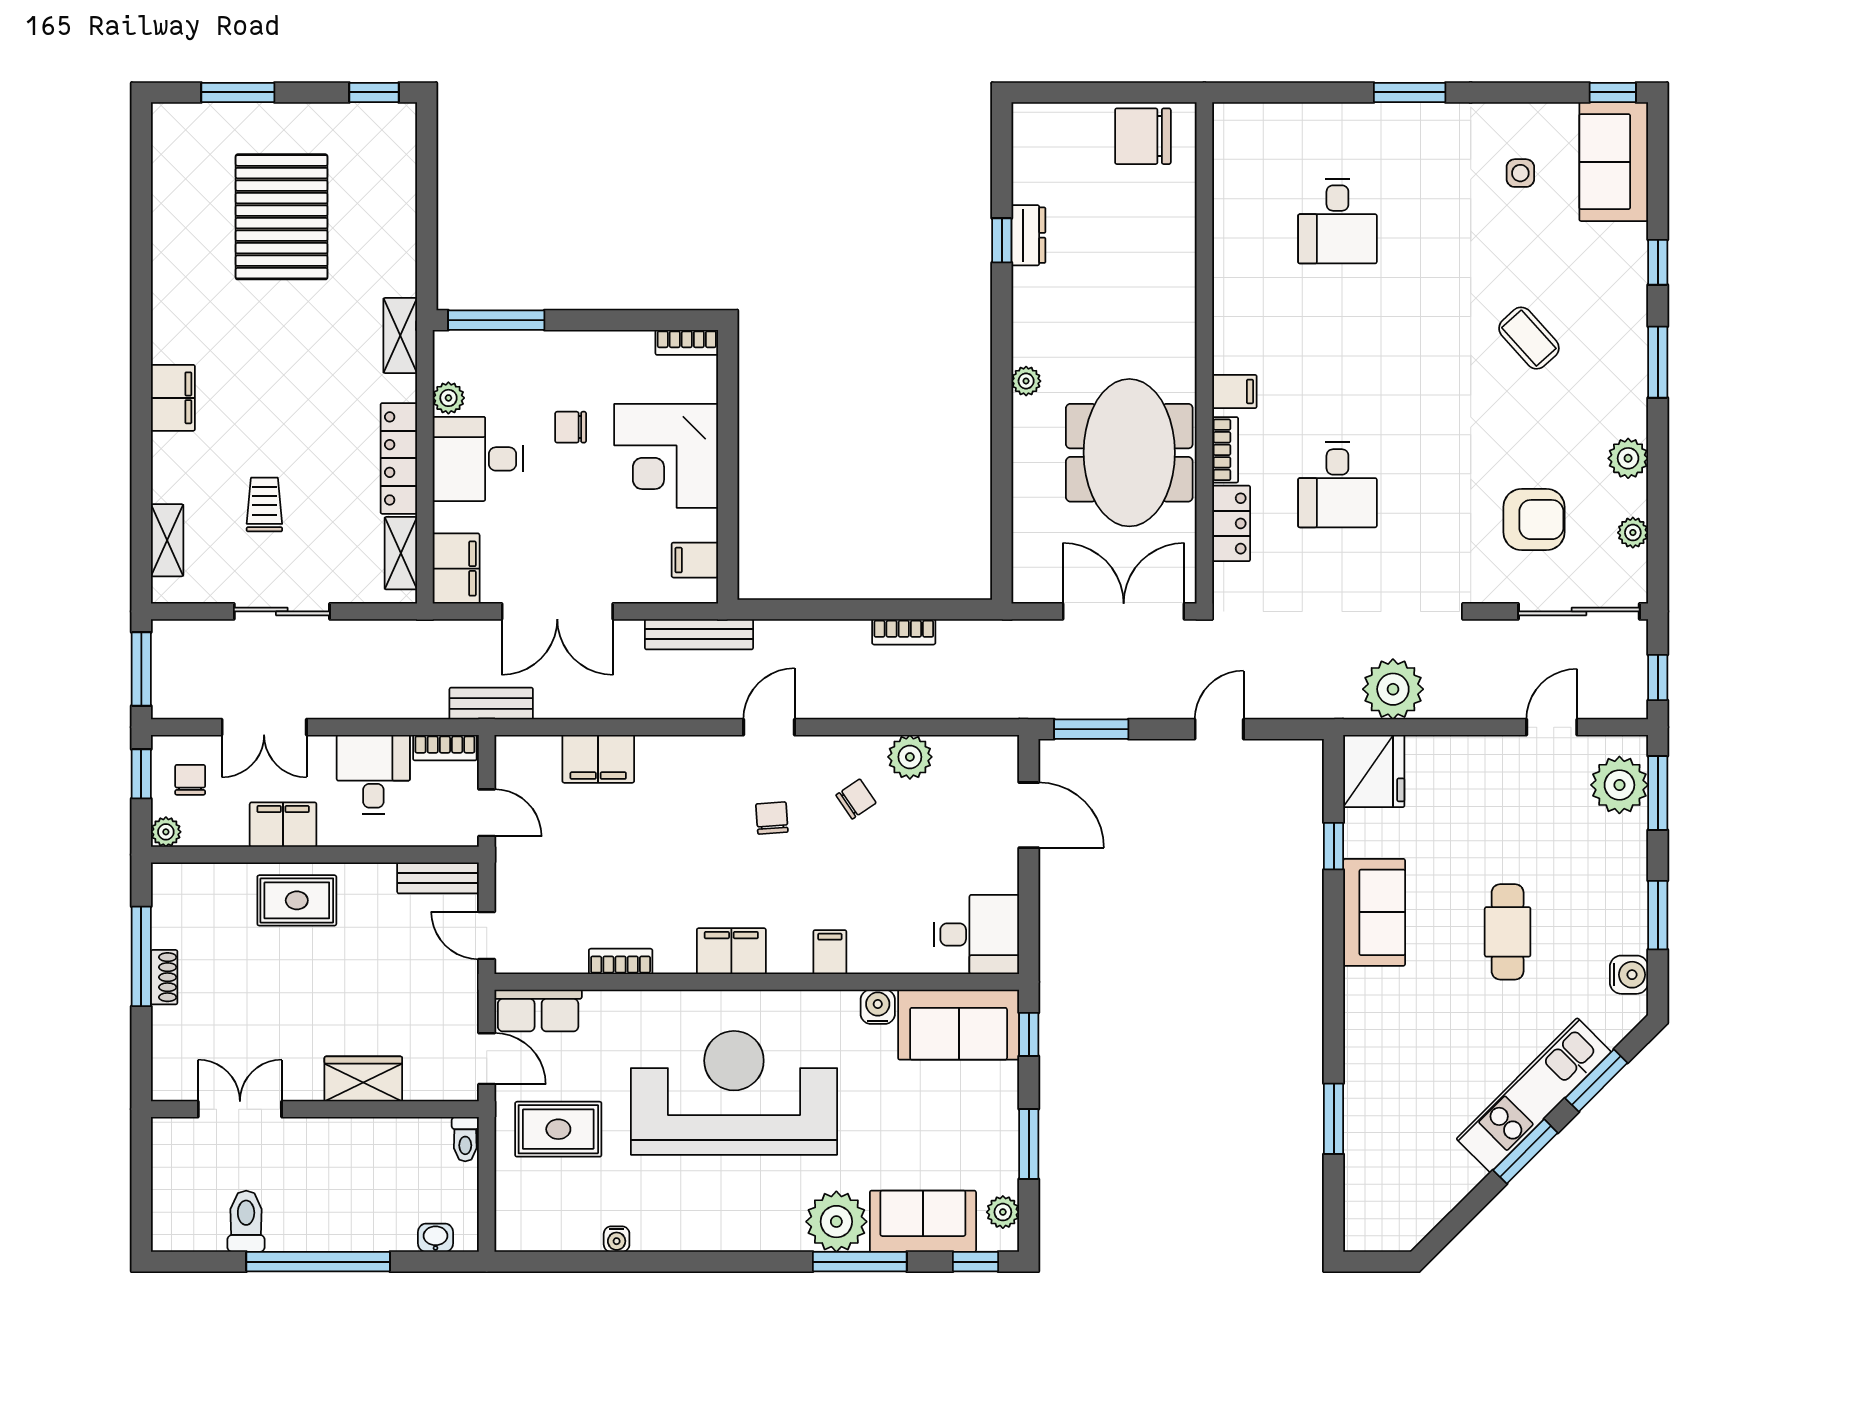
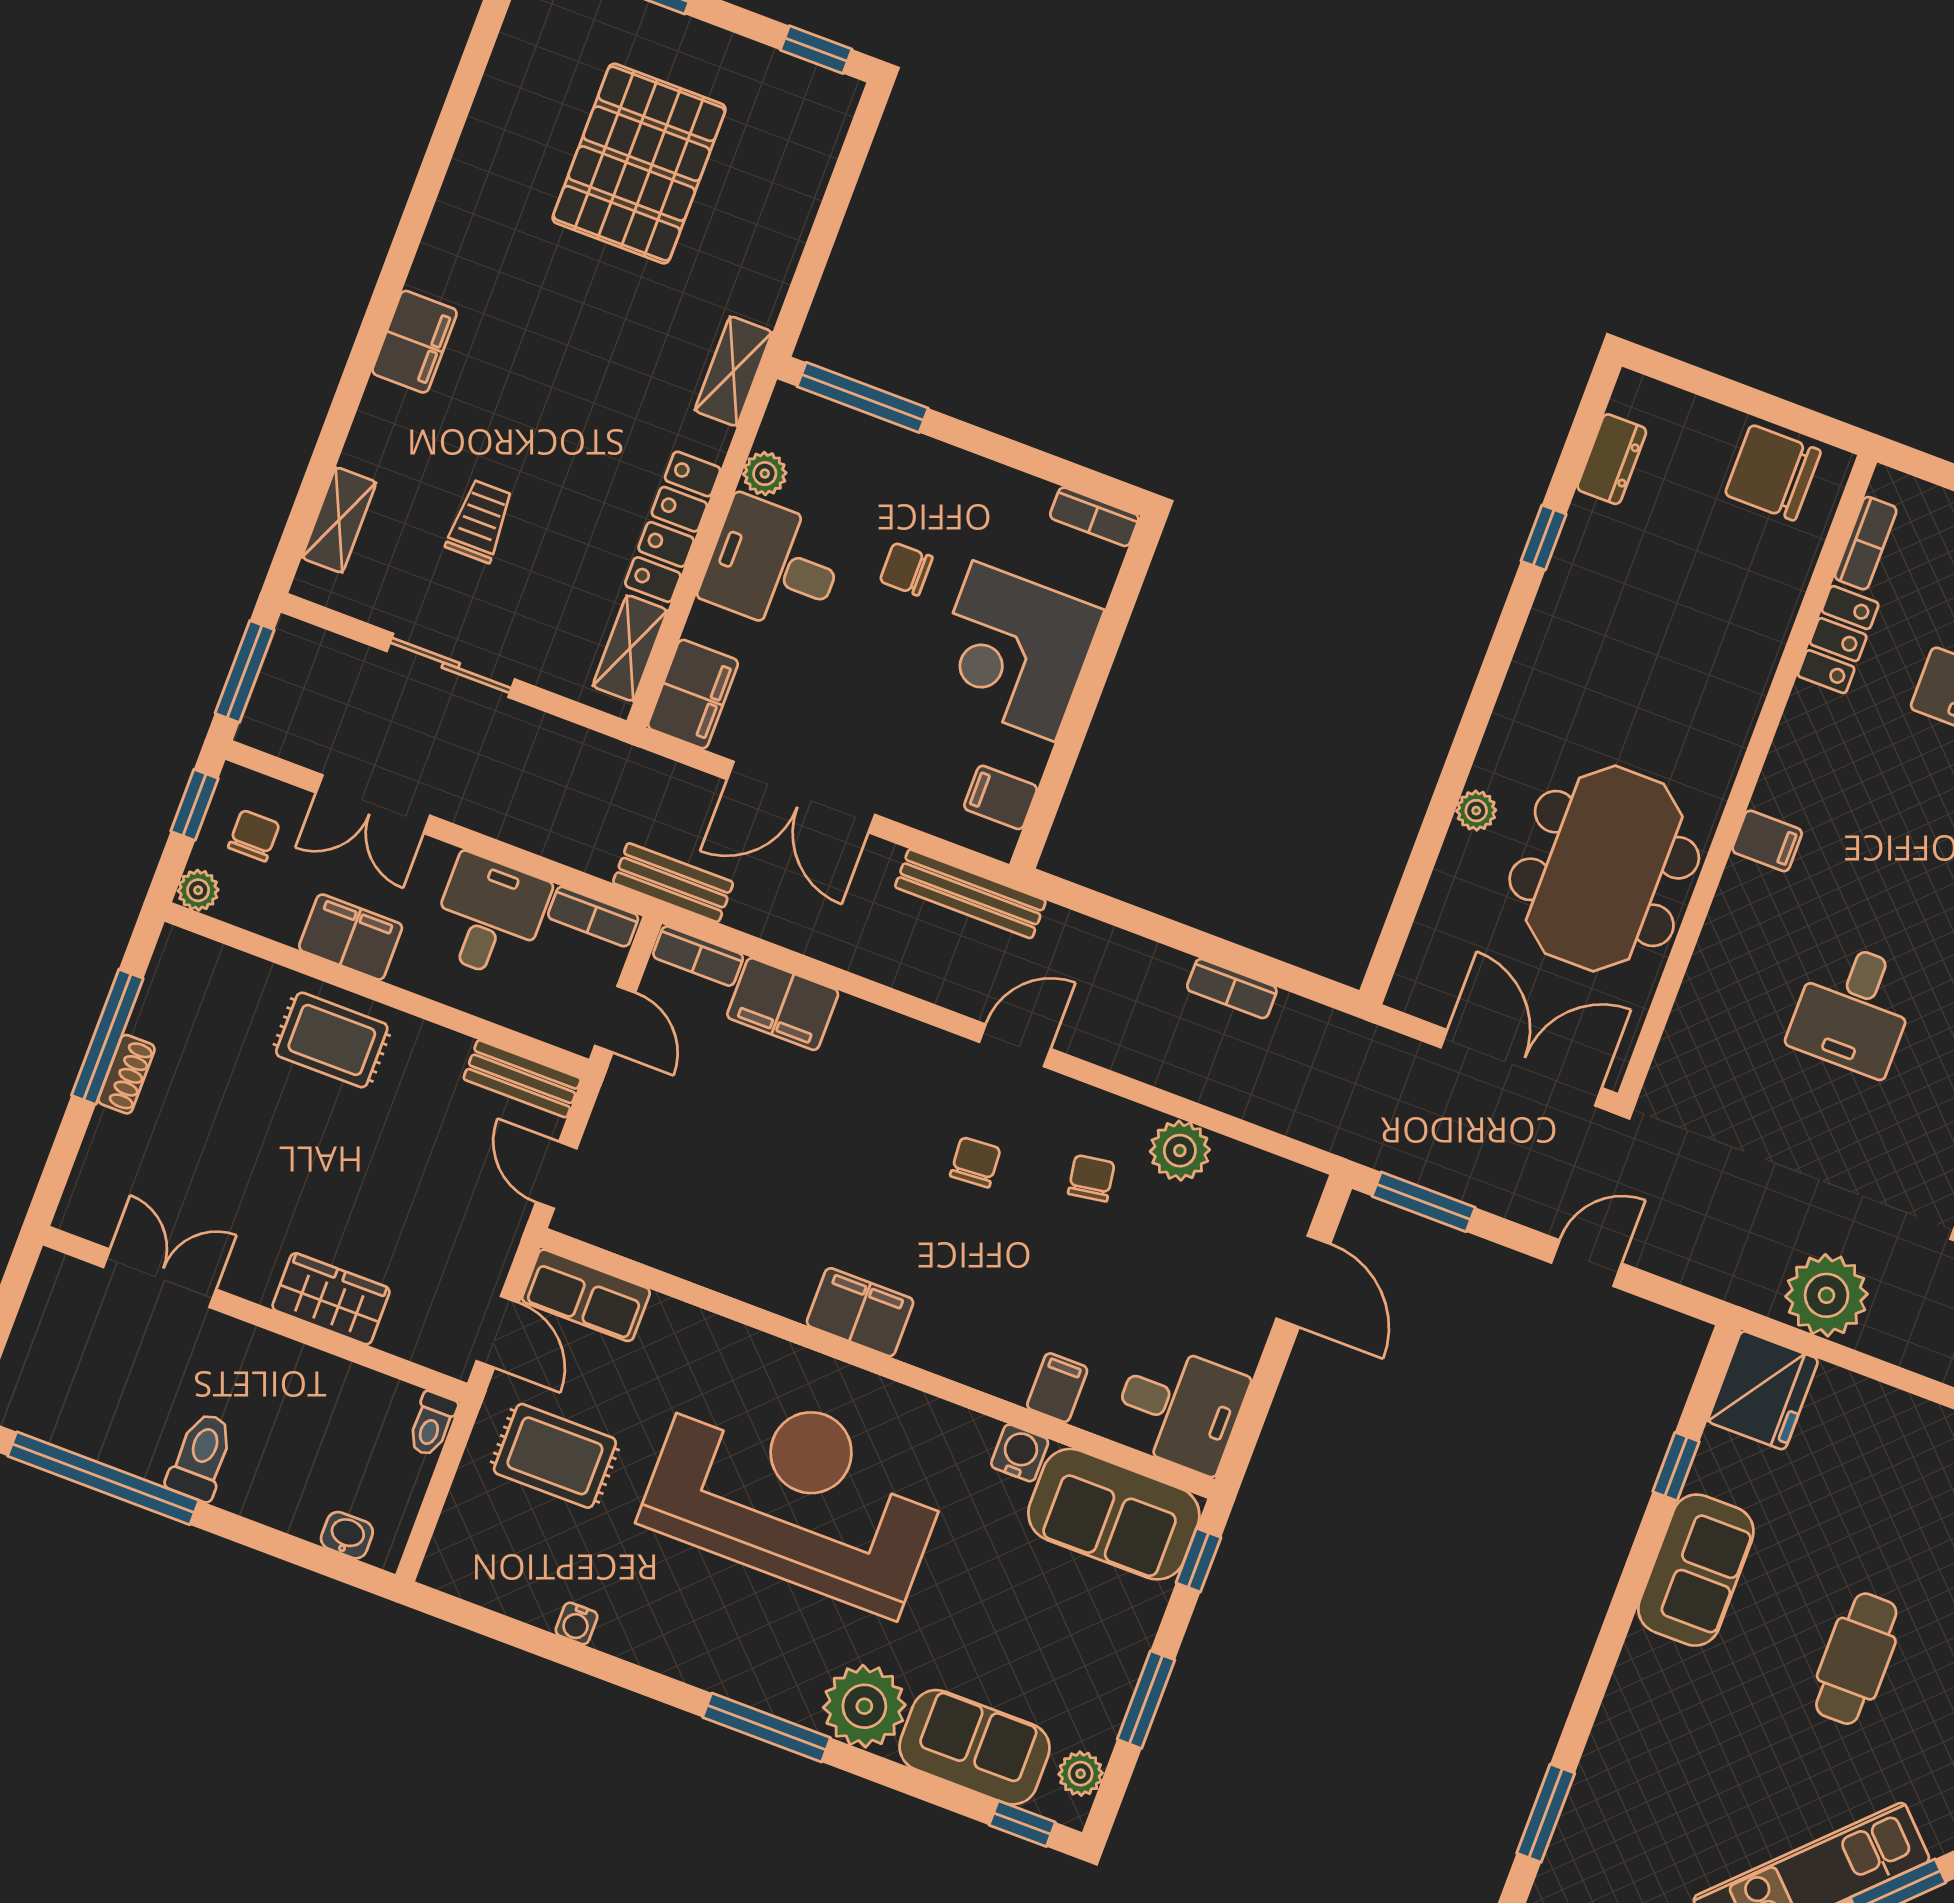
dresser: (1028, 235) -> (1612, 459), moved
plant: (1026, 381) -> (1476, 811), moved
bookcase: (1225, 450) -> (1866, 543), moved
locker: (1231, 523) -> (1838, 640), moved
chair: (856, 799) -> (1091, 1178), turned -65
filing cabinet: (830, 952) -> (1057, 1388), moved
bookcase: (621, 961) -> (698, 956), moved, turned 180
toilet: (246, 1221) -> (201, 1456), moved
window: (318, 1262) -> (103, 1478), moved
window: (860, 1262) -> (767, 1728), moved

